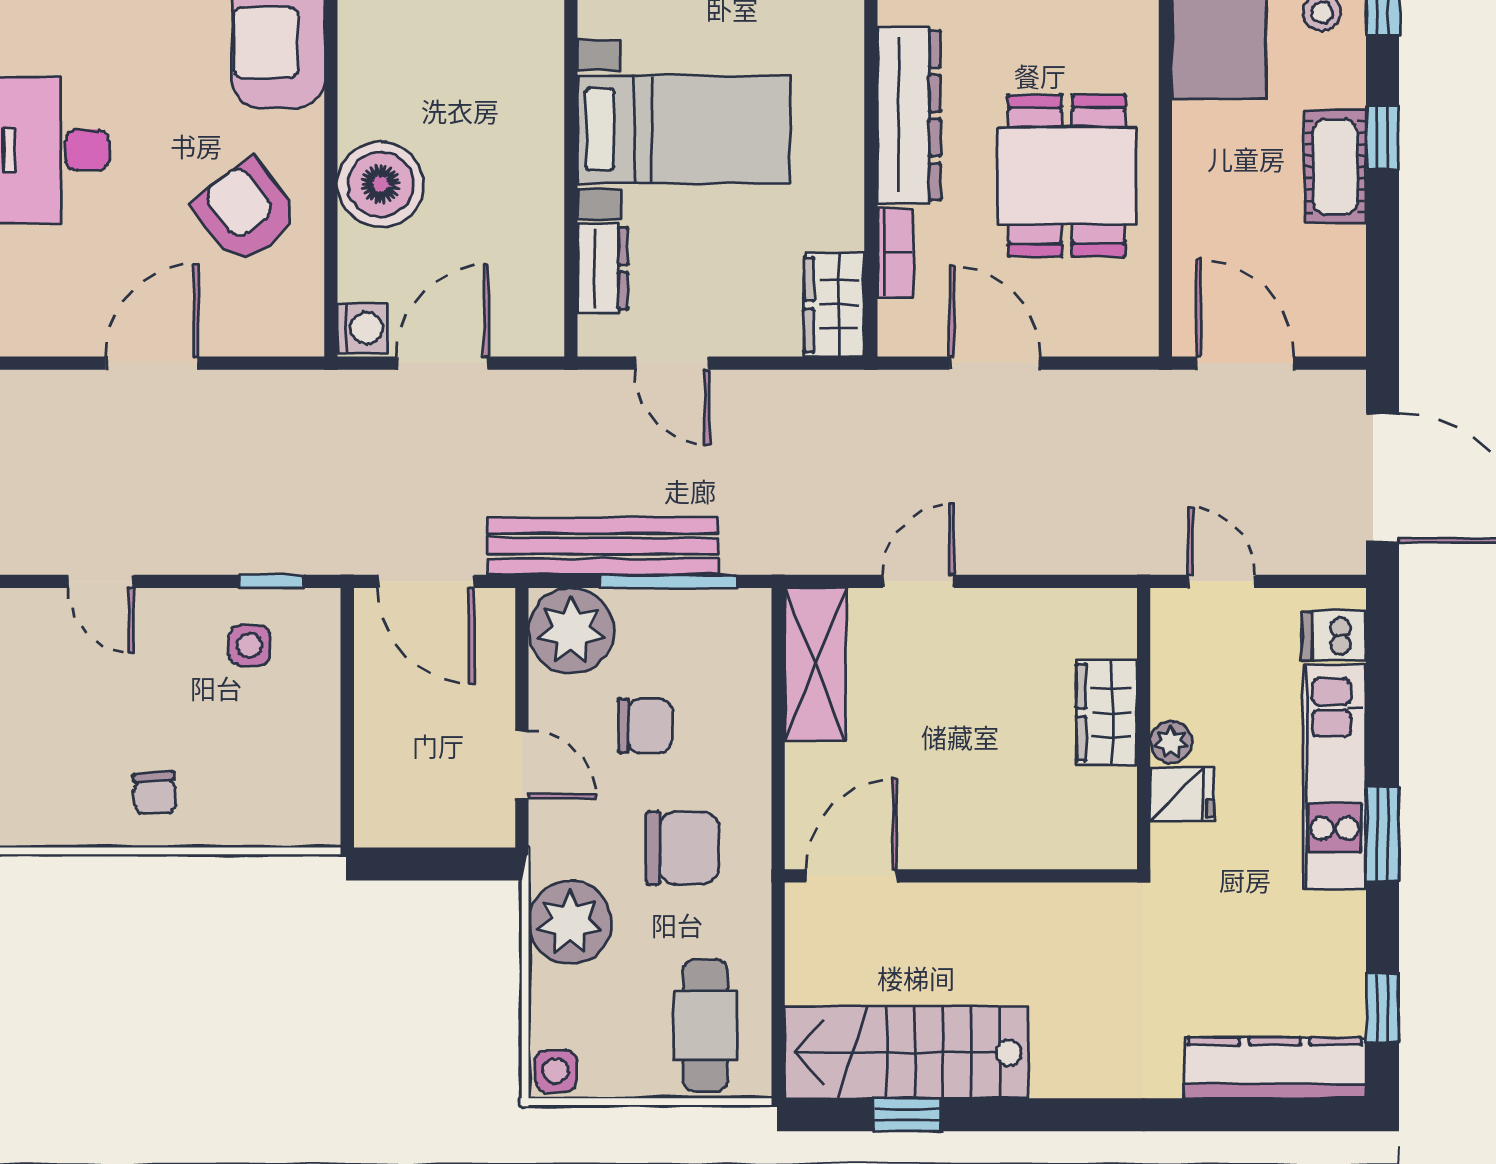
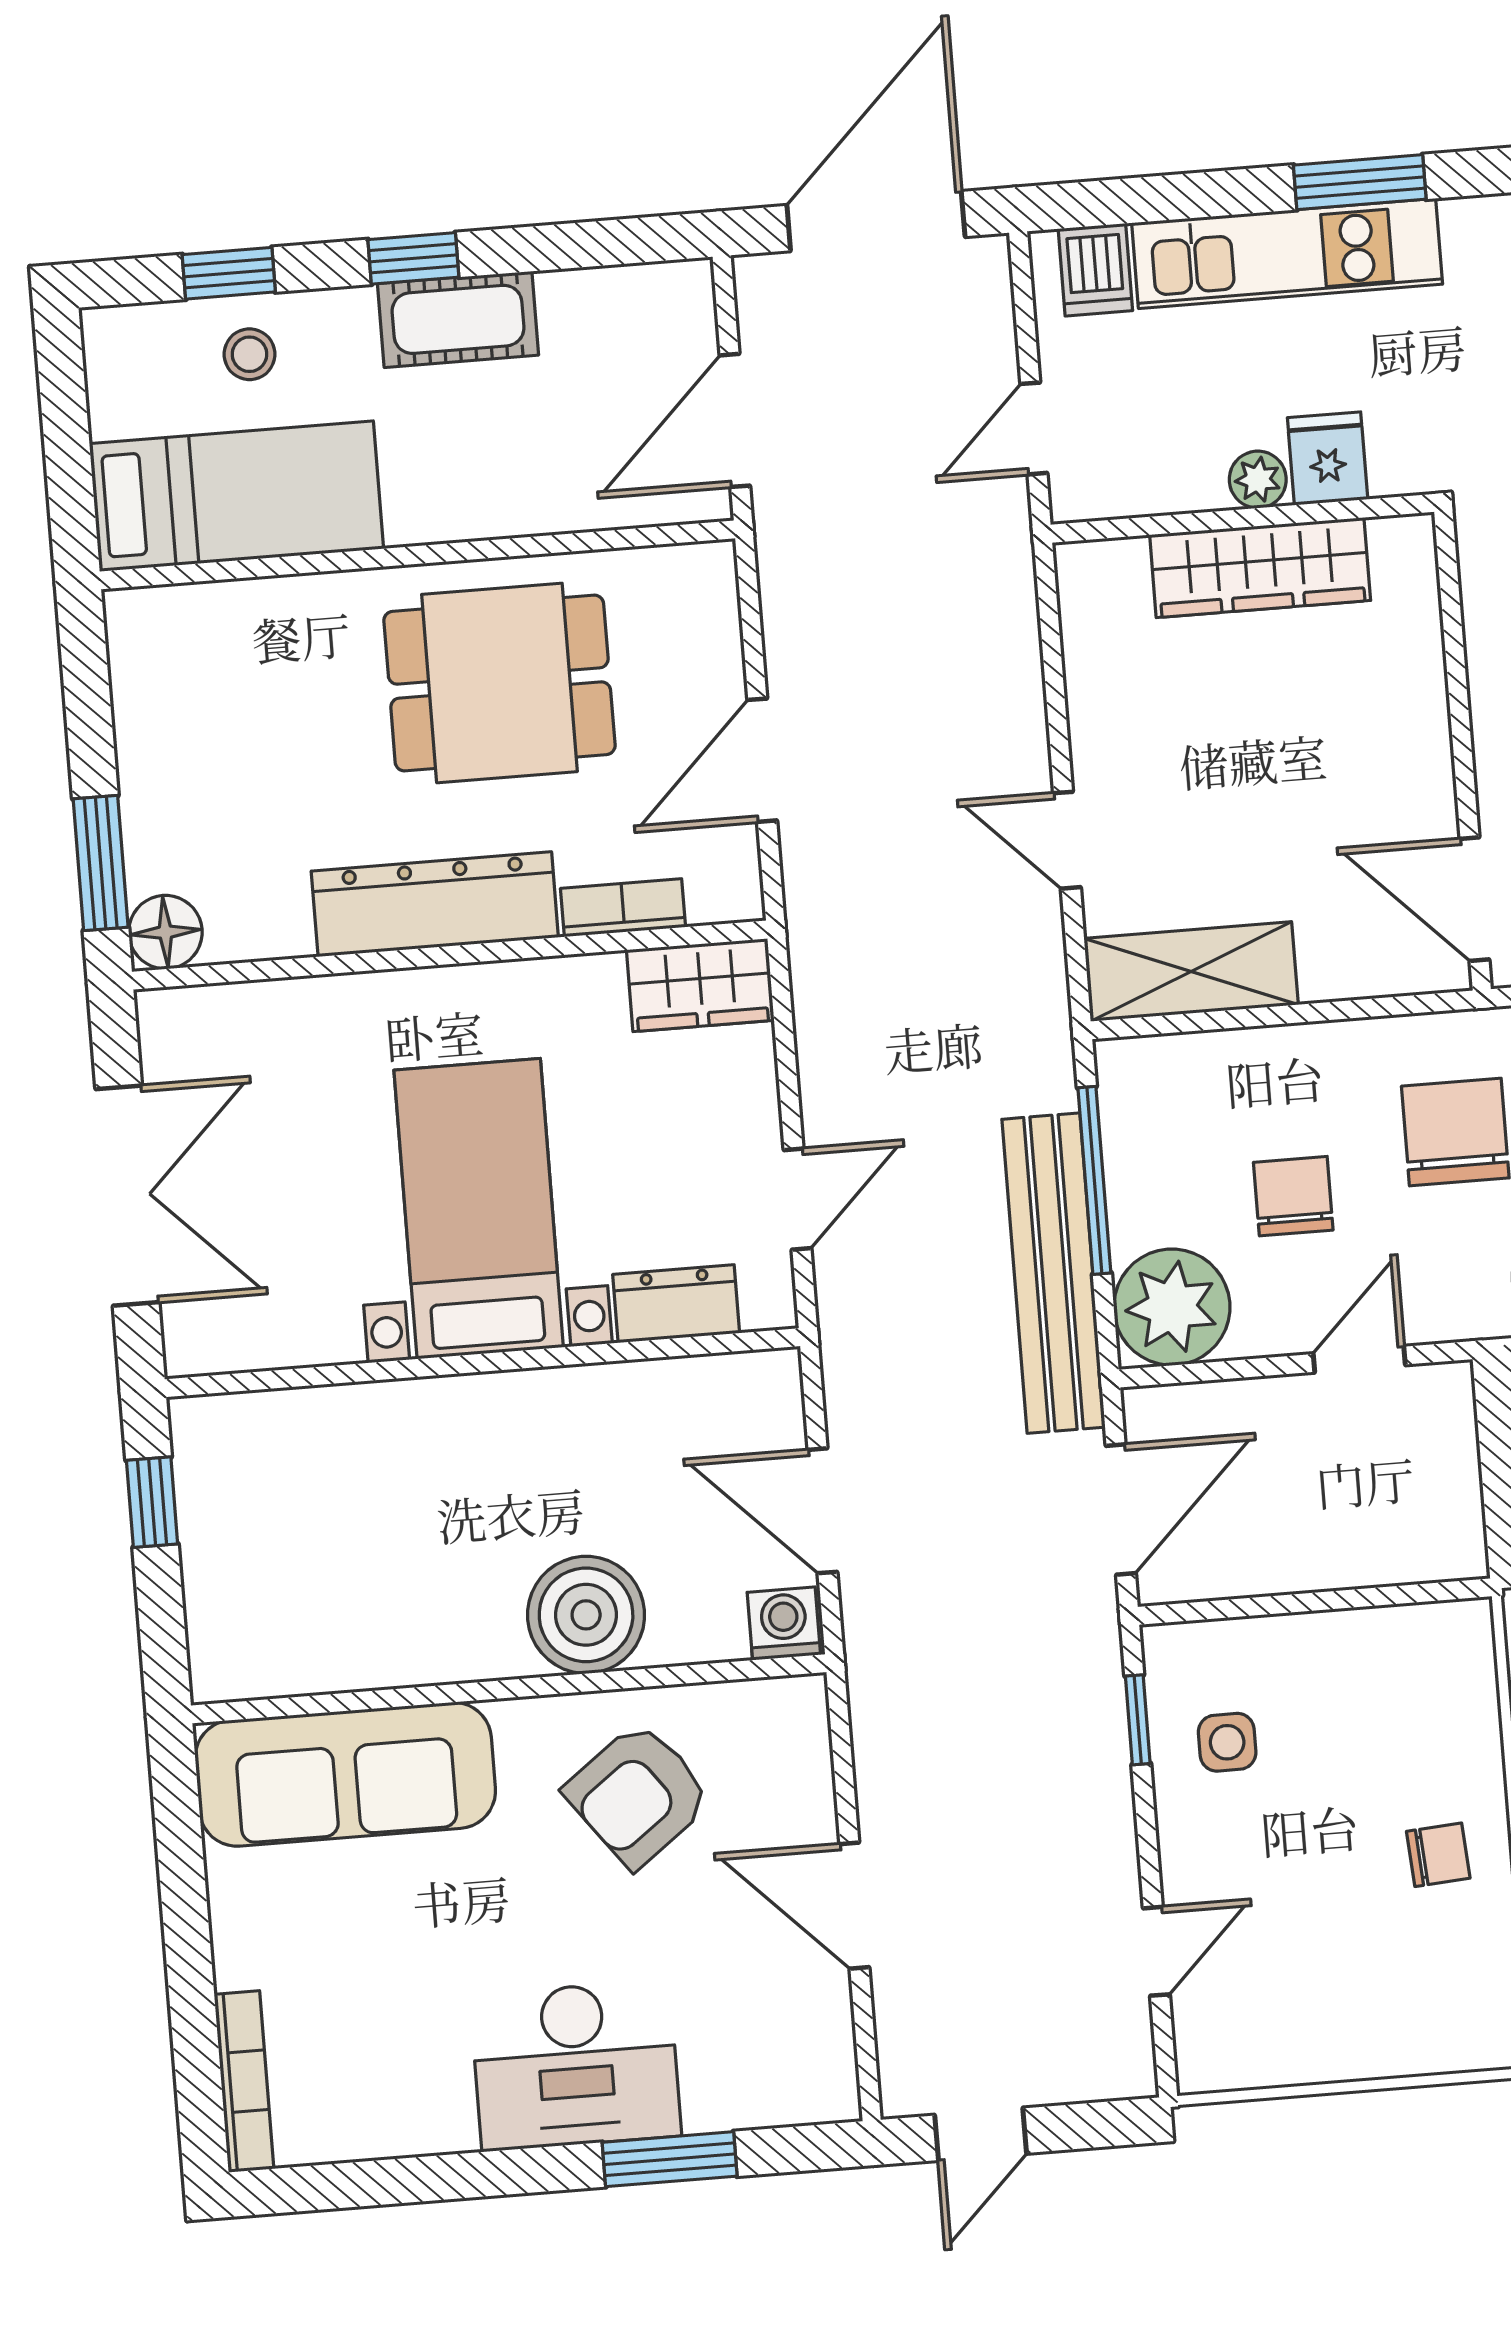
wardrobe: (1107, 712) -> (1260, 568), width x1.50

